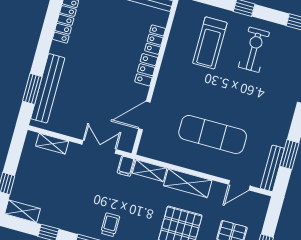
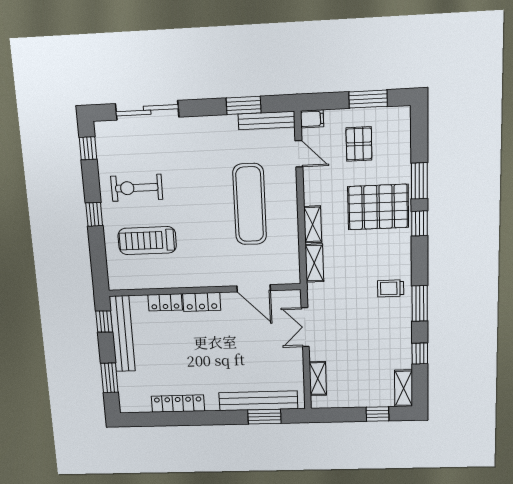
treadmill: (210, 43) -> (147, 241), turned 180
filing cabinet: (126, 166) -> (312, 119), moved
shelving: (188, 183) -> (313, 224), width x0.67, depth x0.75

